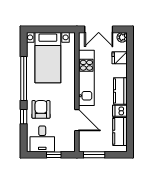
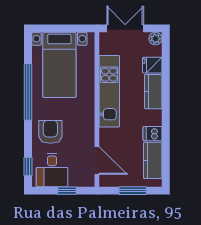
double door: (99, 29) -> (125, 28), swing flipped
kitchen counter: (120, 91) -> (153, 92), moved
window: (24, 117) -> (28, 167), moved
door: (77, 120) -> (97, 160), moved
window: (94, 155) -> (133, 191), moved

